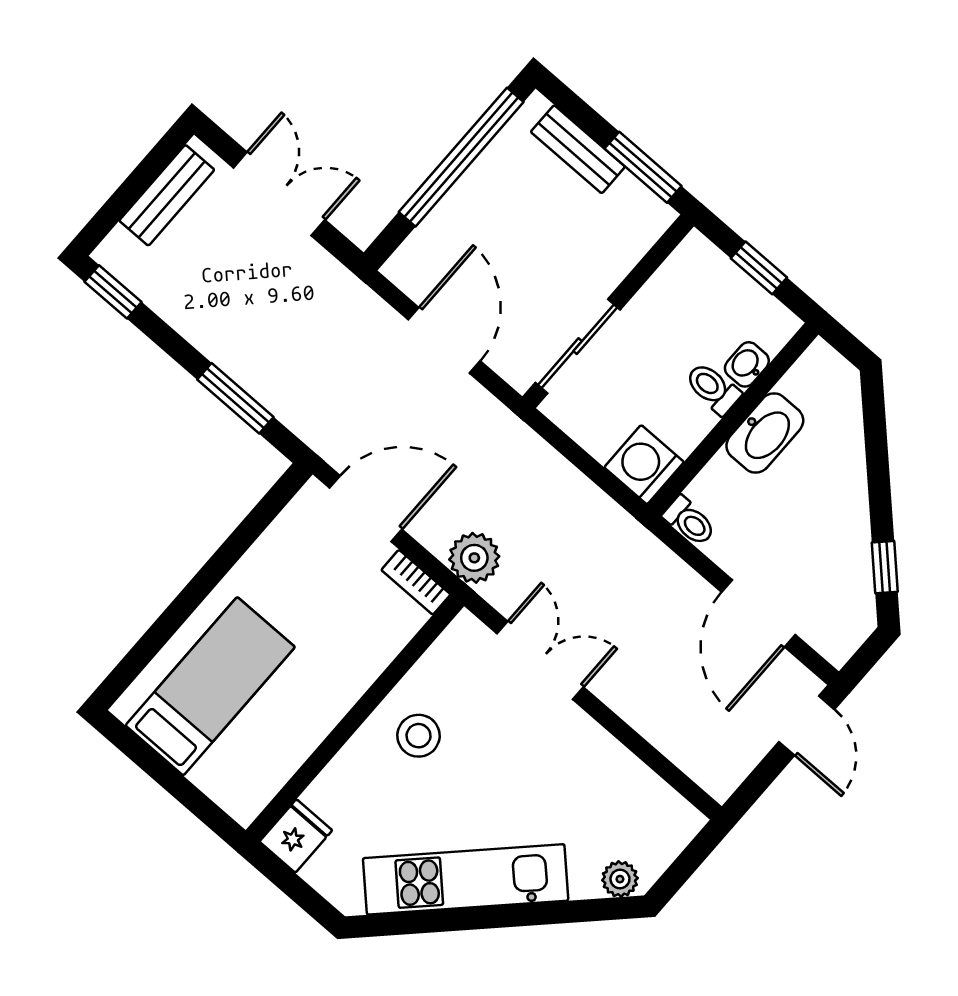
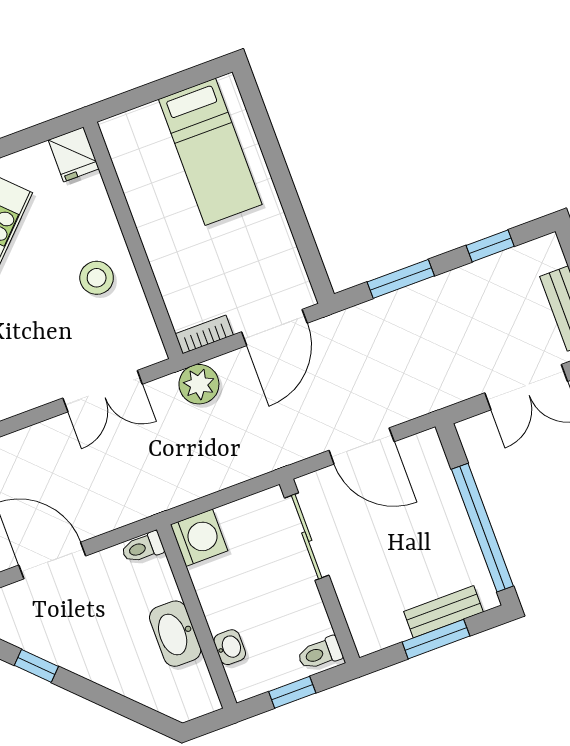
window: (643, 167) -> (436, 639), moved
window: (113, 292) -> (490, 246), moved
toilet: (713, 388) -> (320, 653), moved, turned 180

